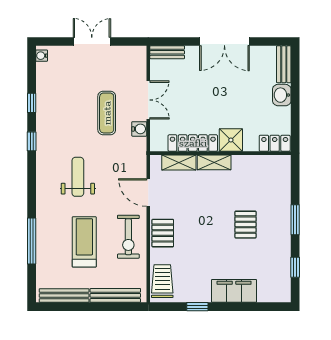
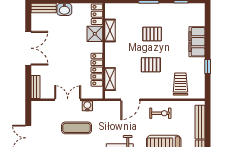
shower: (231, 140) -> (95, 34), moved
shelving: (214, 162) -> (110, 31), moved
pallet: (163, 233) -> (151, 65), moved
exercise bike: (128, 237) -> (160, 113), width x0.73, depth x0.72
trolley: (162, 281) -> (180, 84), moved, turned 90

